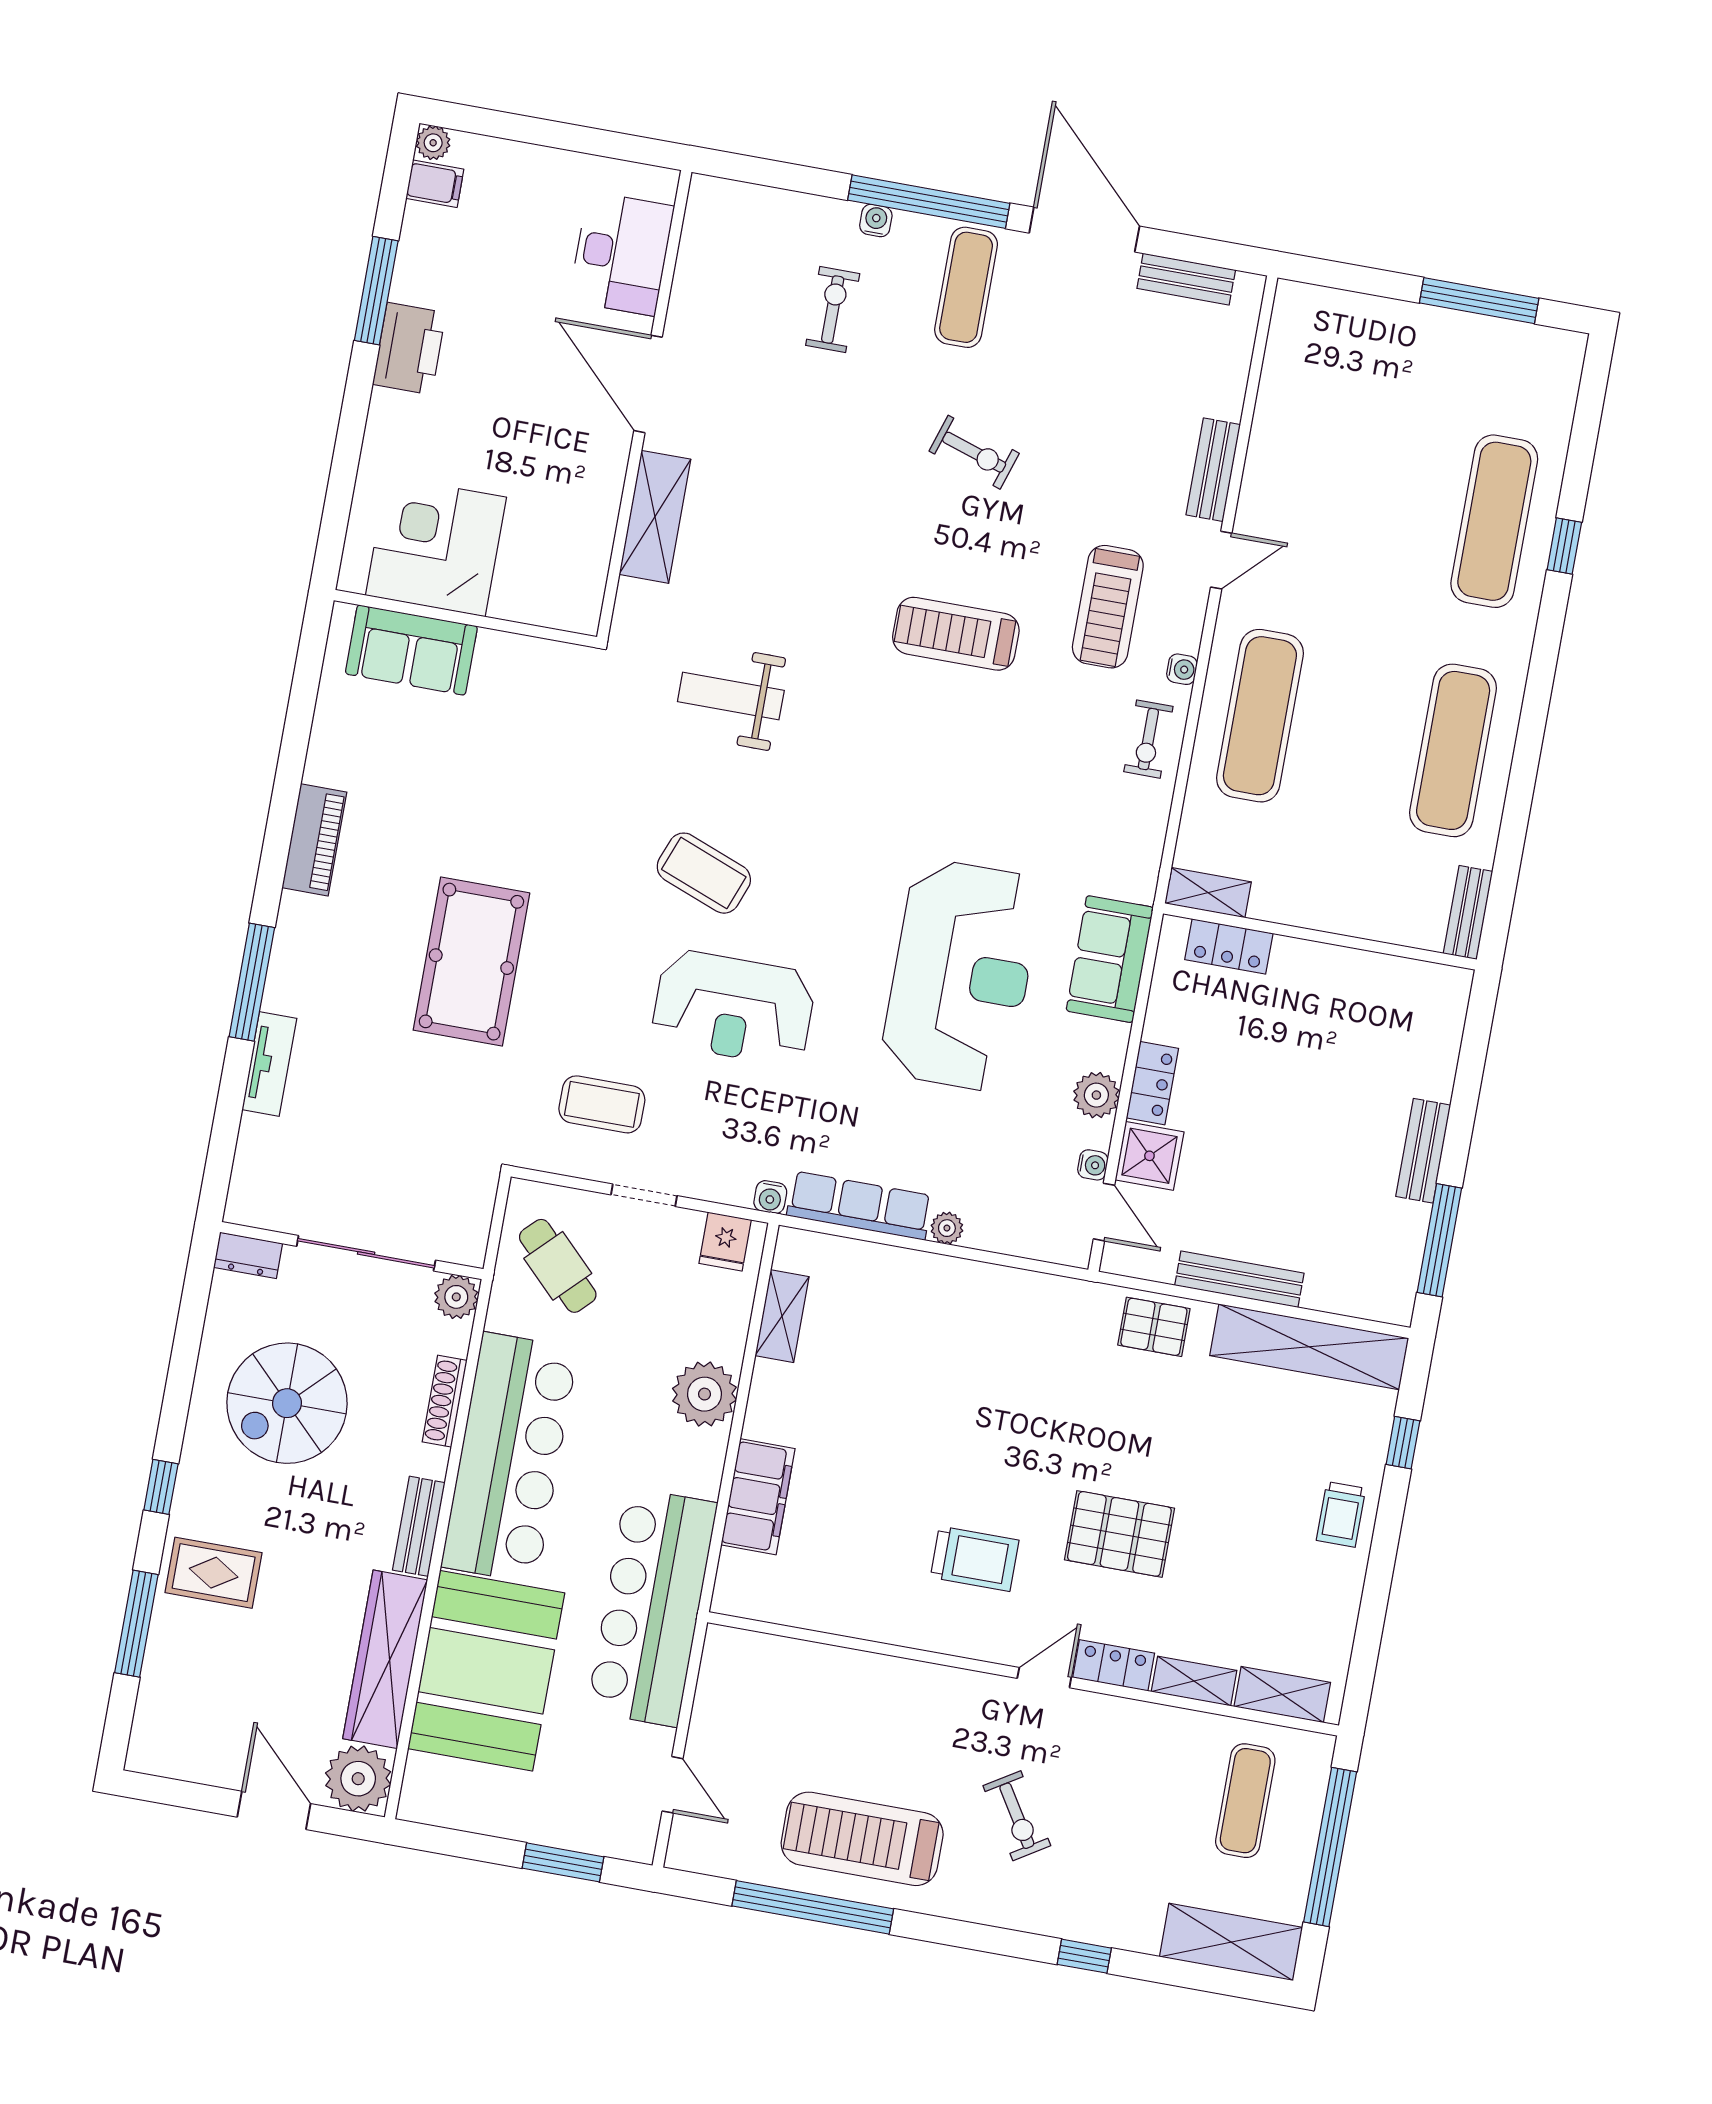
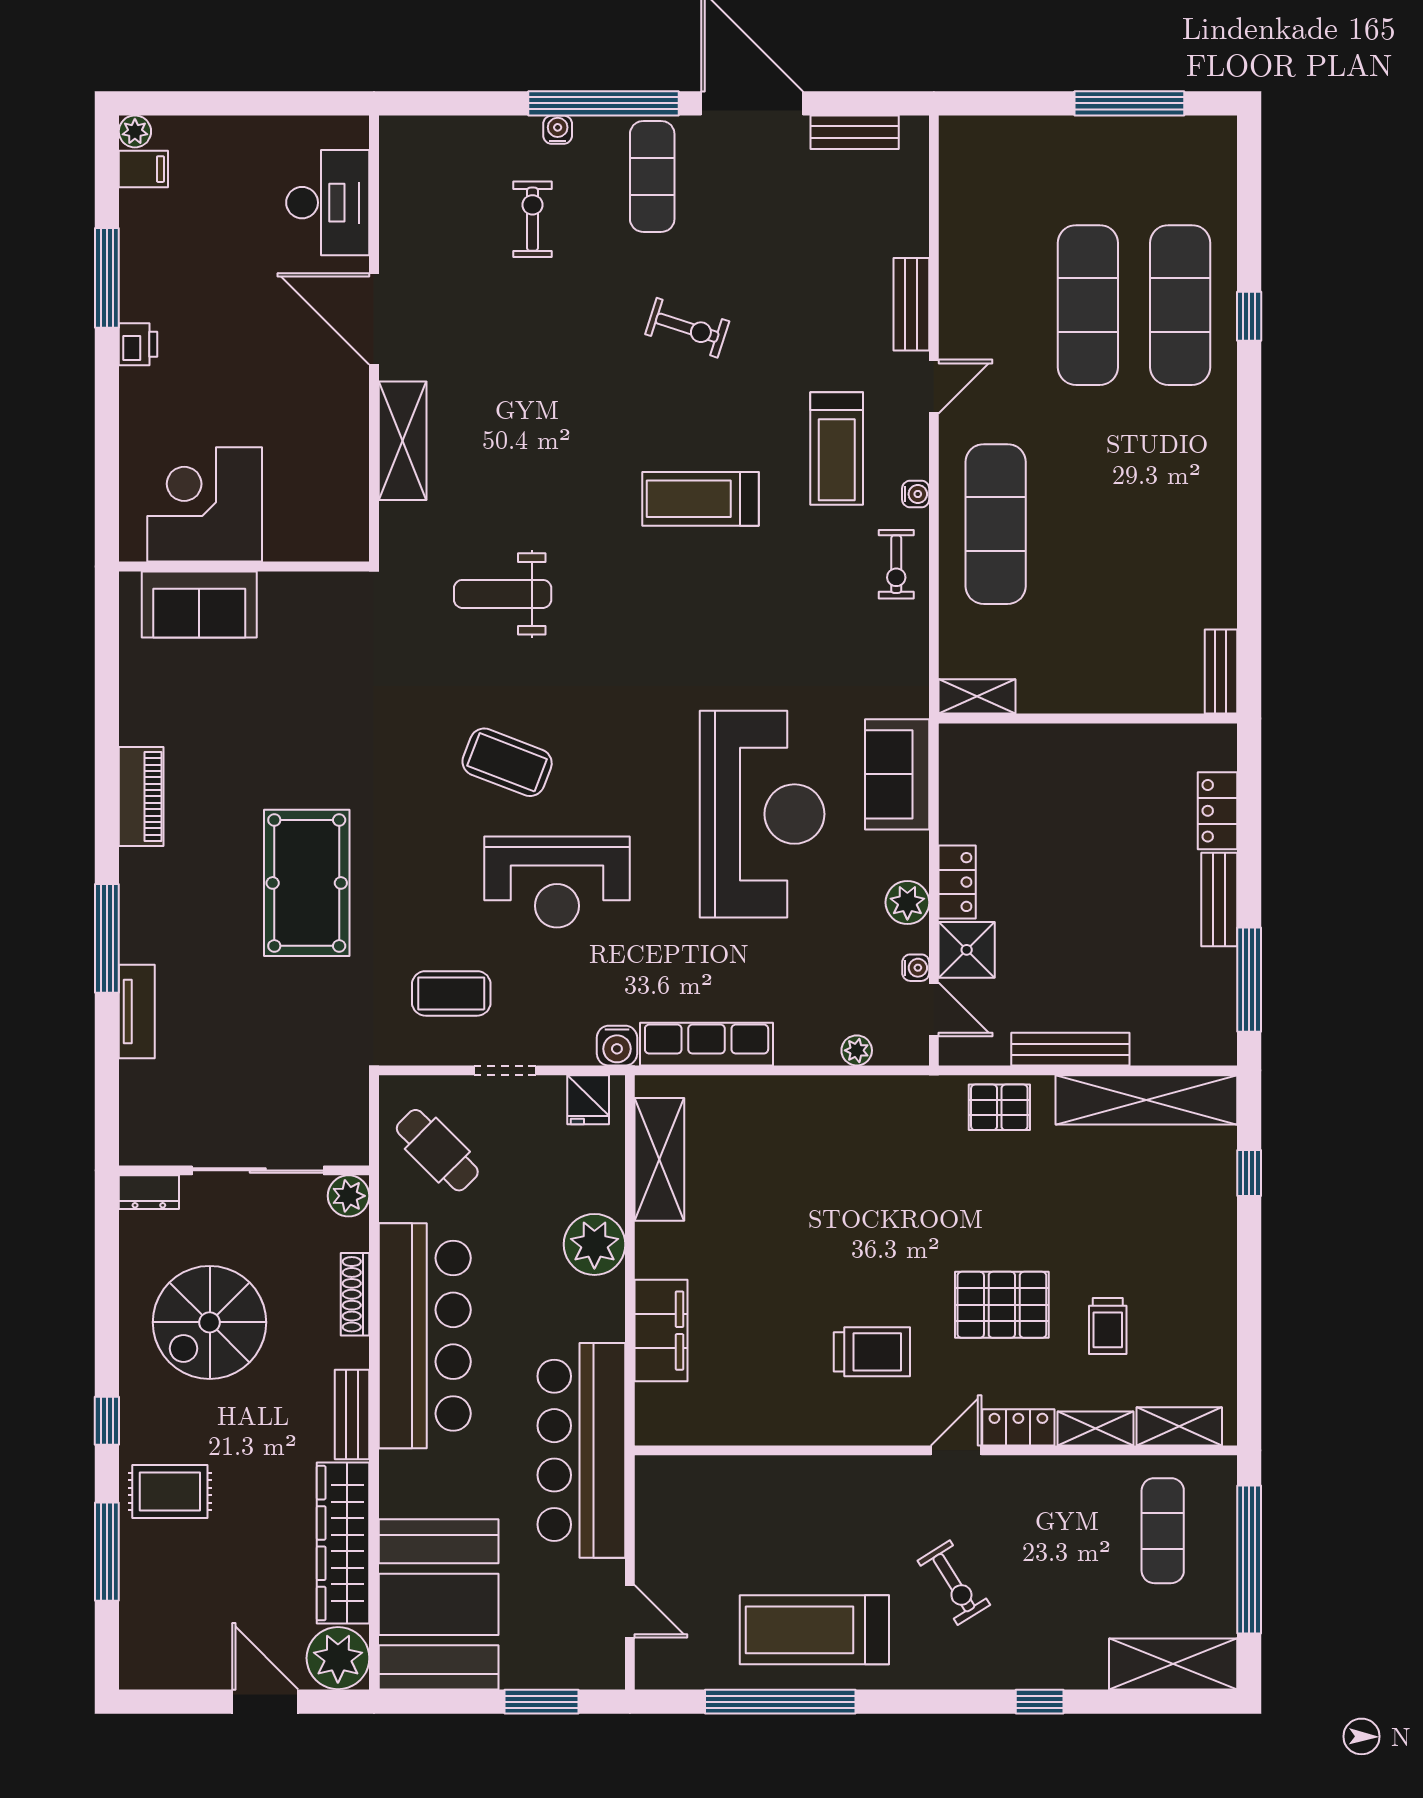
printer: (409, 349) -> (138, 344), width x0.53, depth x0.68
exercise mat: (1453, 750) -> (1088, 305), moved
locker: (1229, 946) -> (1218, 811), moved, turned 90
water cooler: (770, 1197) -> (617, 1046), width x1.38, depth x1.38
plant: (947, 1228) -> (857, 1050), moved
shelving: (782, 1316) -> (659, 1159), width x1.50, depth x1.33
trolley: (1341, 1514) -> (1108, 1326), moved
booth: (486, 1671) -> (439, 1604), moved

